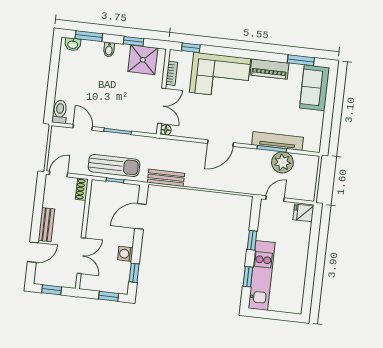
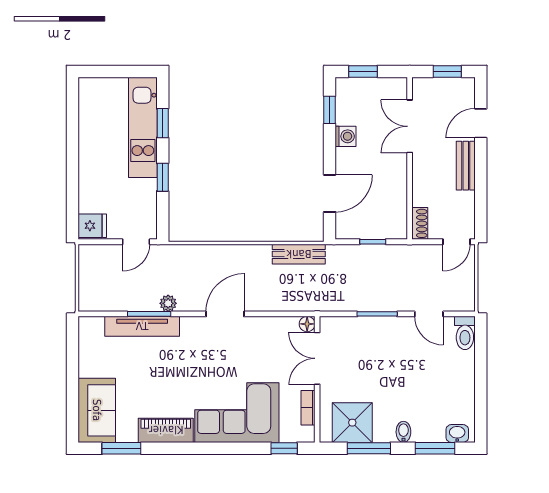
window: (134, 41) -> (369, 448), width x1.50
plant: (282, 162) -> (168, 303), moved, width x0.53, depth x0.53
sun lounger: (114, 165) -> (377, 263), removed

